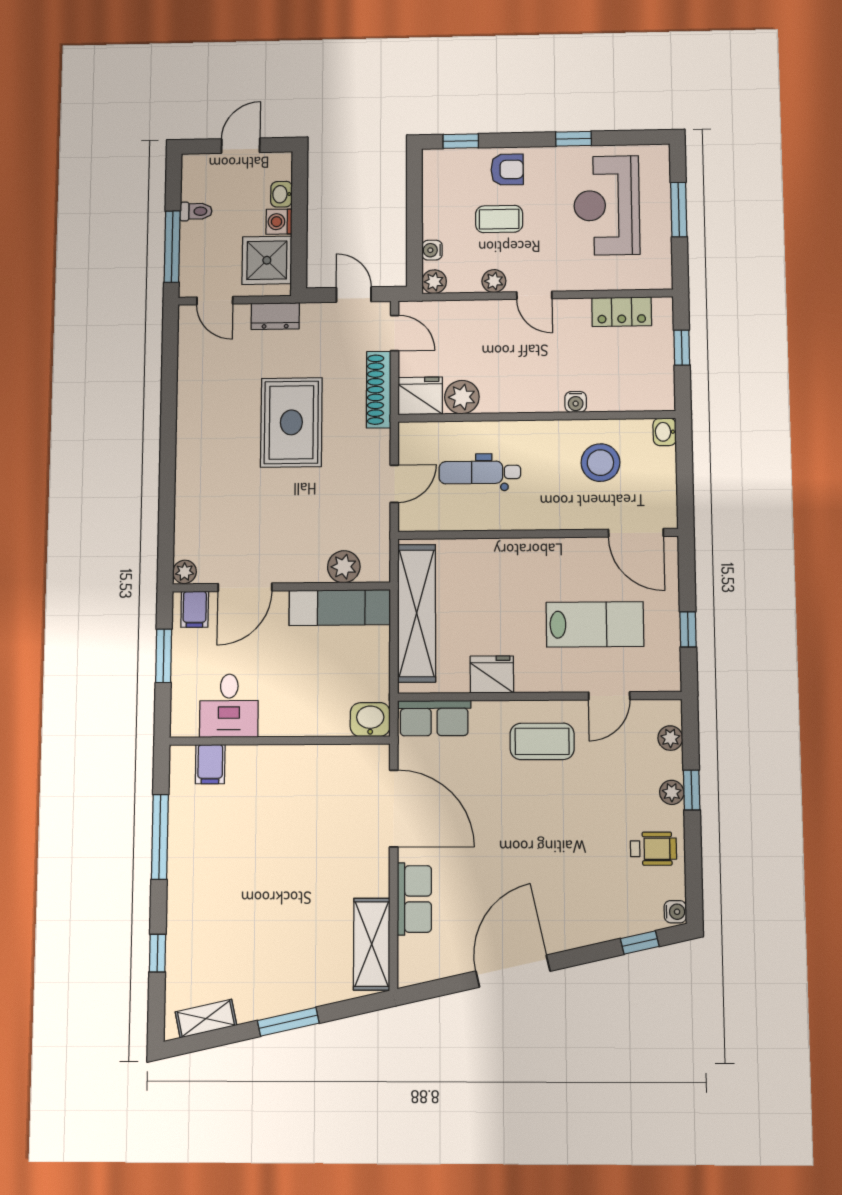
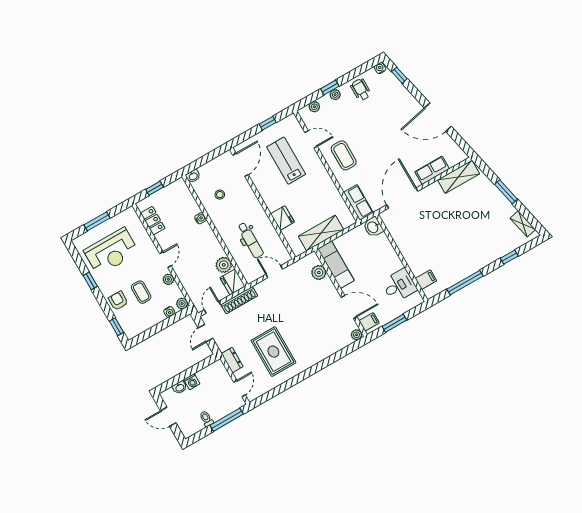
shower: (267, 260) -> (211, 377), removed
rug: (291, 422) -> (273, 352), moved, turned 90
stool: (600, 463) -> (220, 195), width x0.53, depth x0.53
shelving: (417, 613) -> (321, 233), width x0.68
fridge: (492, 675) -> (283, 218), moved, turned 180

